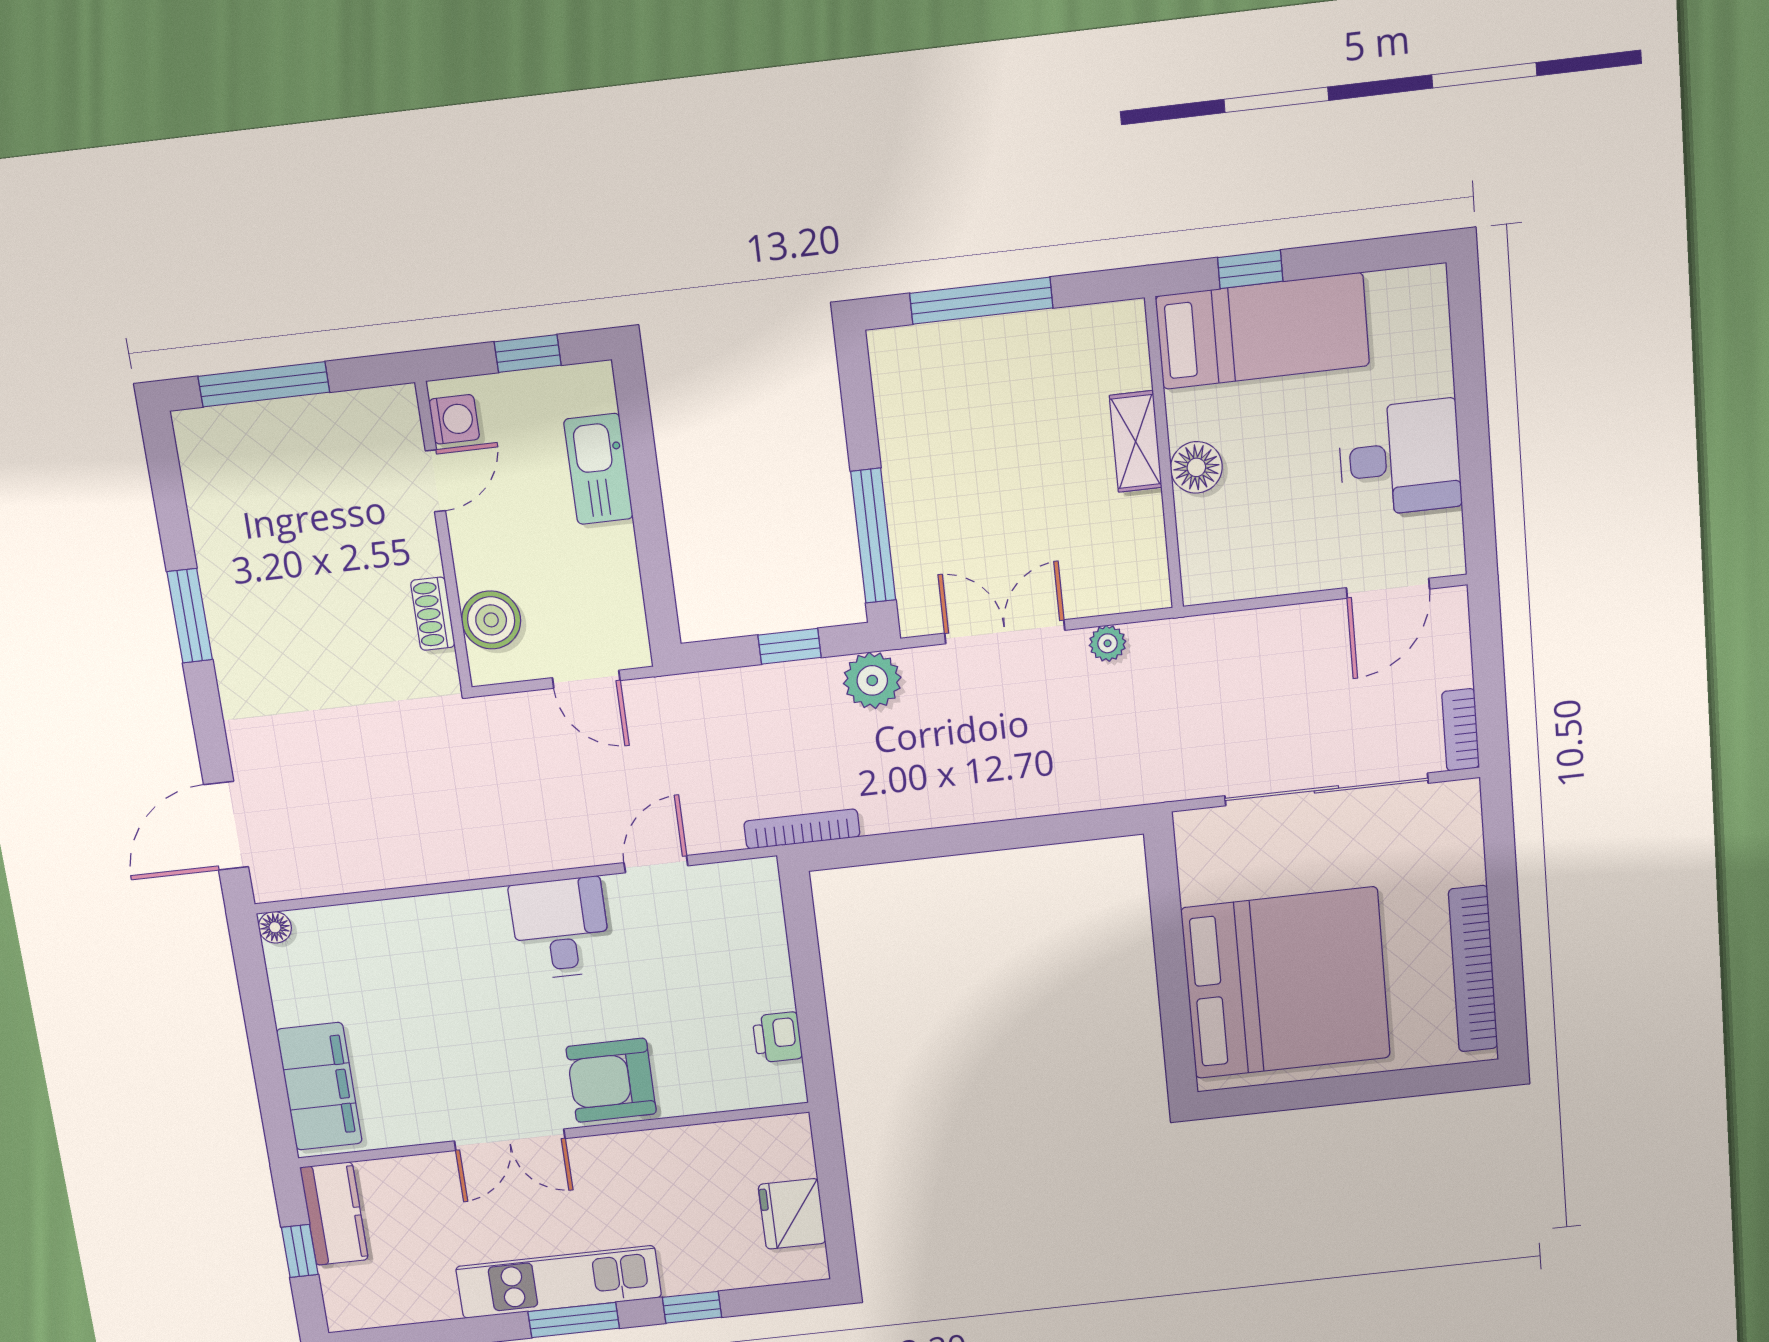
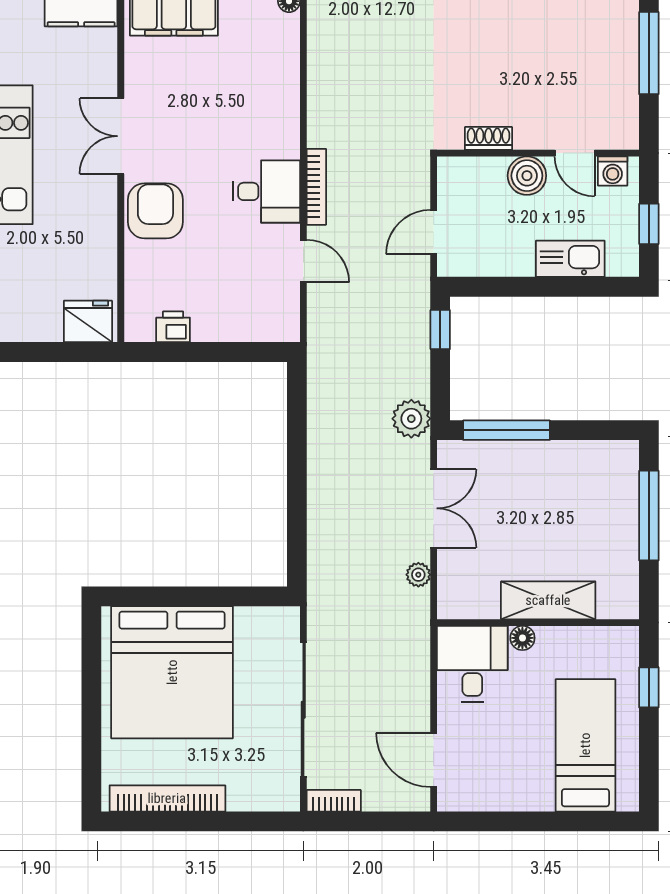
bed: (1263, 331) -> (585, 745), moved, turned 180
shelving: (1136, 441) -> (548, 600), width x1.50, depth x1.33
desk: (1400, 458) -> (472, 664), moved, turned 180
floor lamp: (1196, 467) -> (522, 638), width x0.73, depth x0.73
boiler: (491, 620) -> (527, 176), moved
window: (790, 646) -> (440, 330), moved
bookcase: (802, 829) -> (316, 187), moved
fridge: (792, 1214) -> (88, 321), moved

